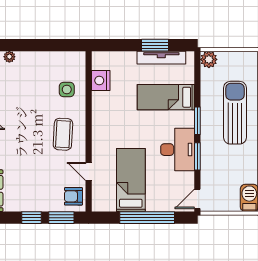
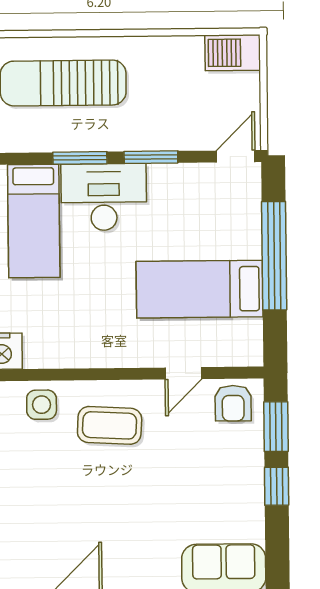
side table: (67, 89) -> (42, 405), moved
desk: (178, 150) -> (104, 197), moved
door: (197, 199) -> (236, 156), swing flipped

